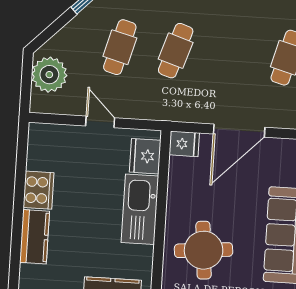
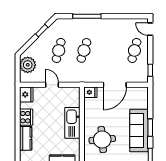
fridge: (145, 156) -> (26, 94), moved, turned 180

